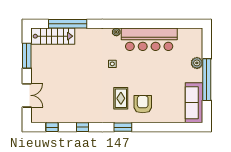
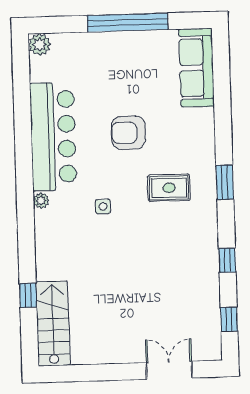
window: (68, 24) -> (28, 295), width x0.32
window: (27, 56) -> (92, 373), removed
plant: (197, 63) -> (39, 45), moved
sofa: (194, 103) -> (196, 68), moved, turned 90
armchair: (143, 104) -> (128, 133), moved

